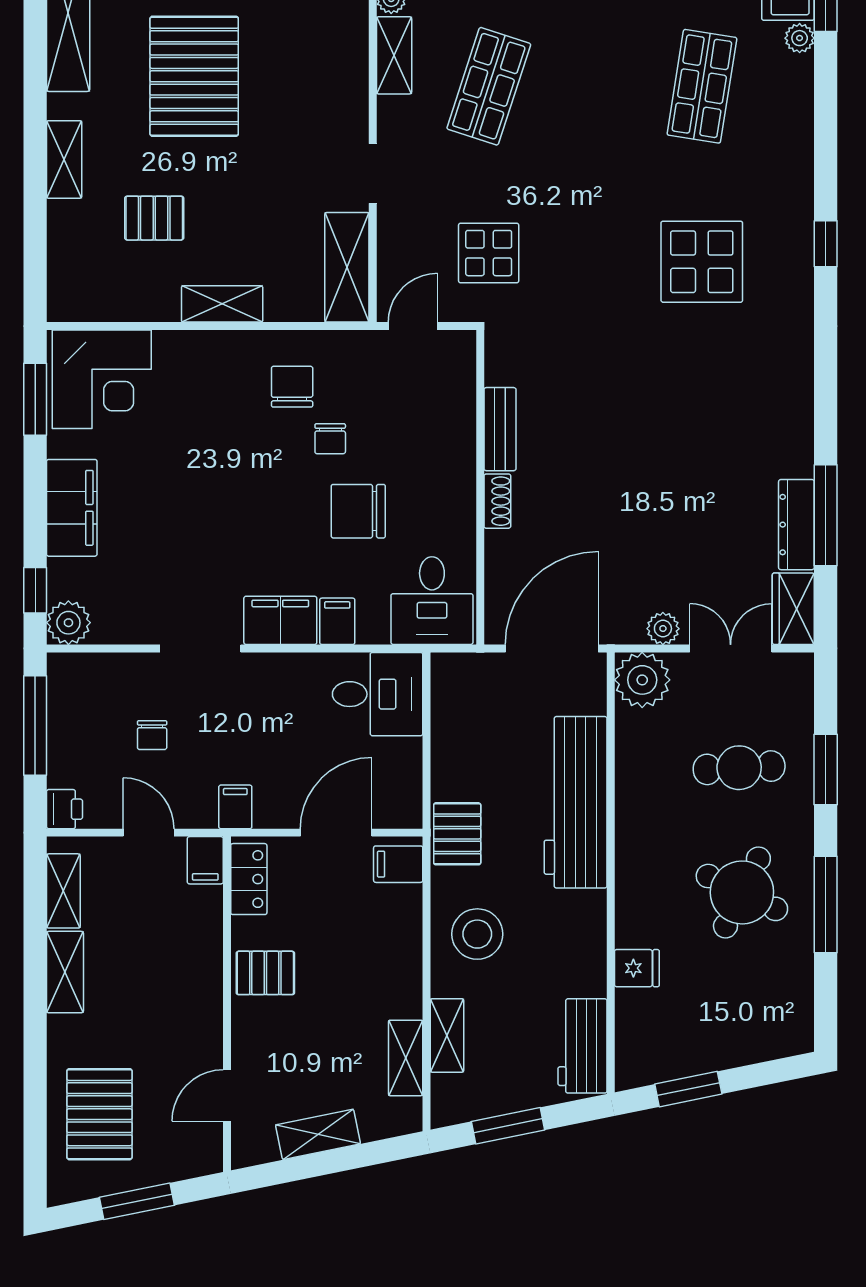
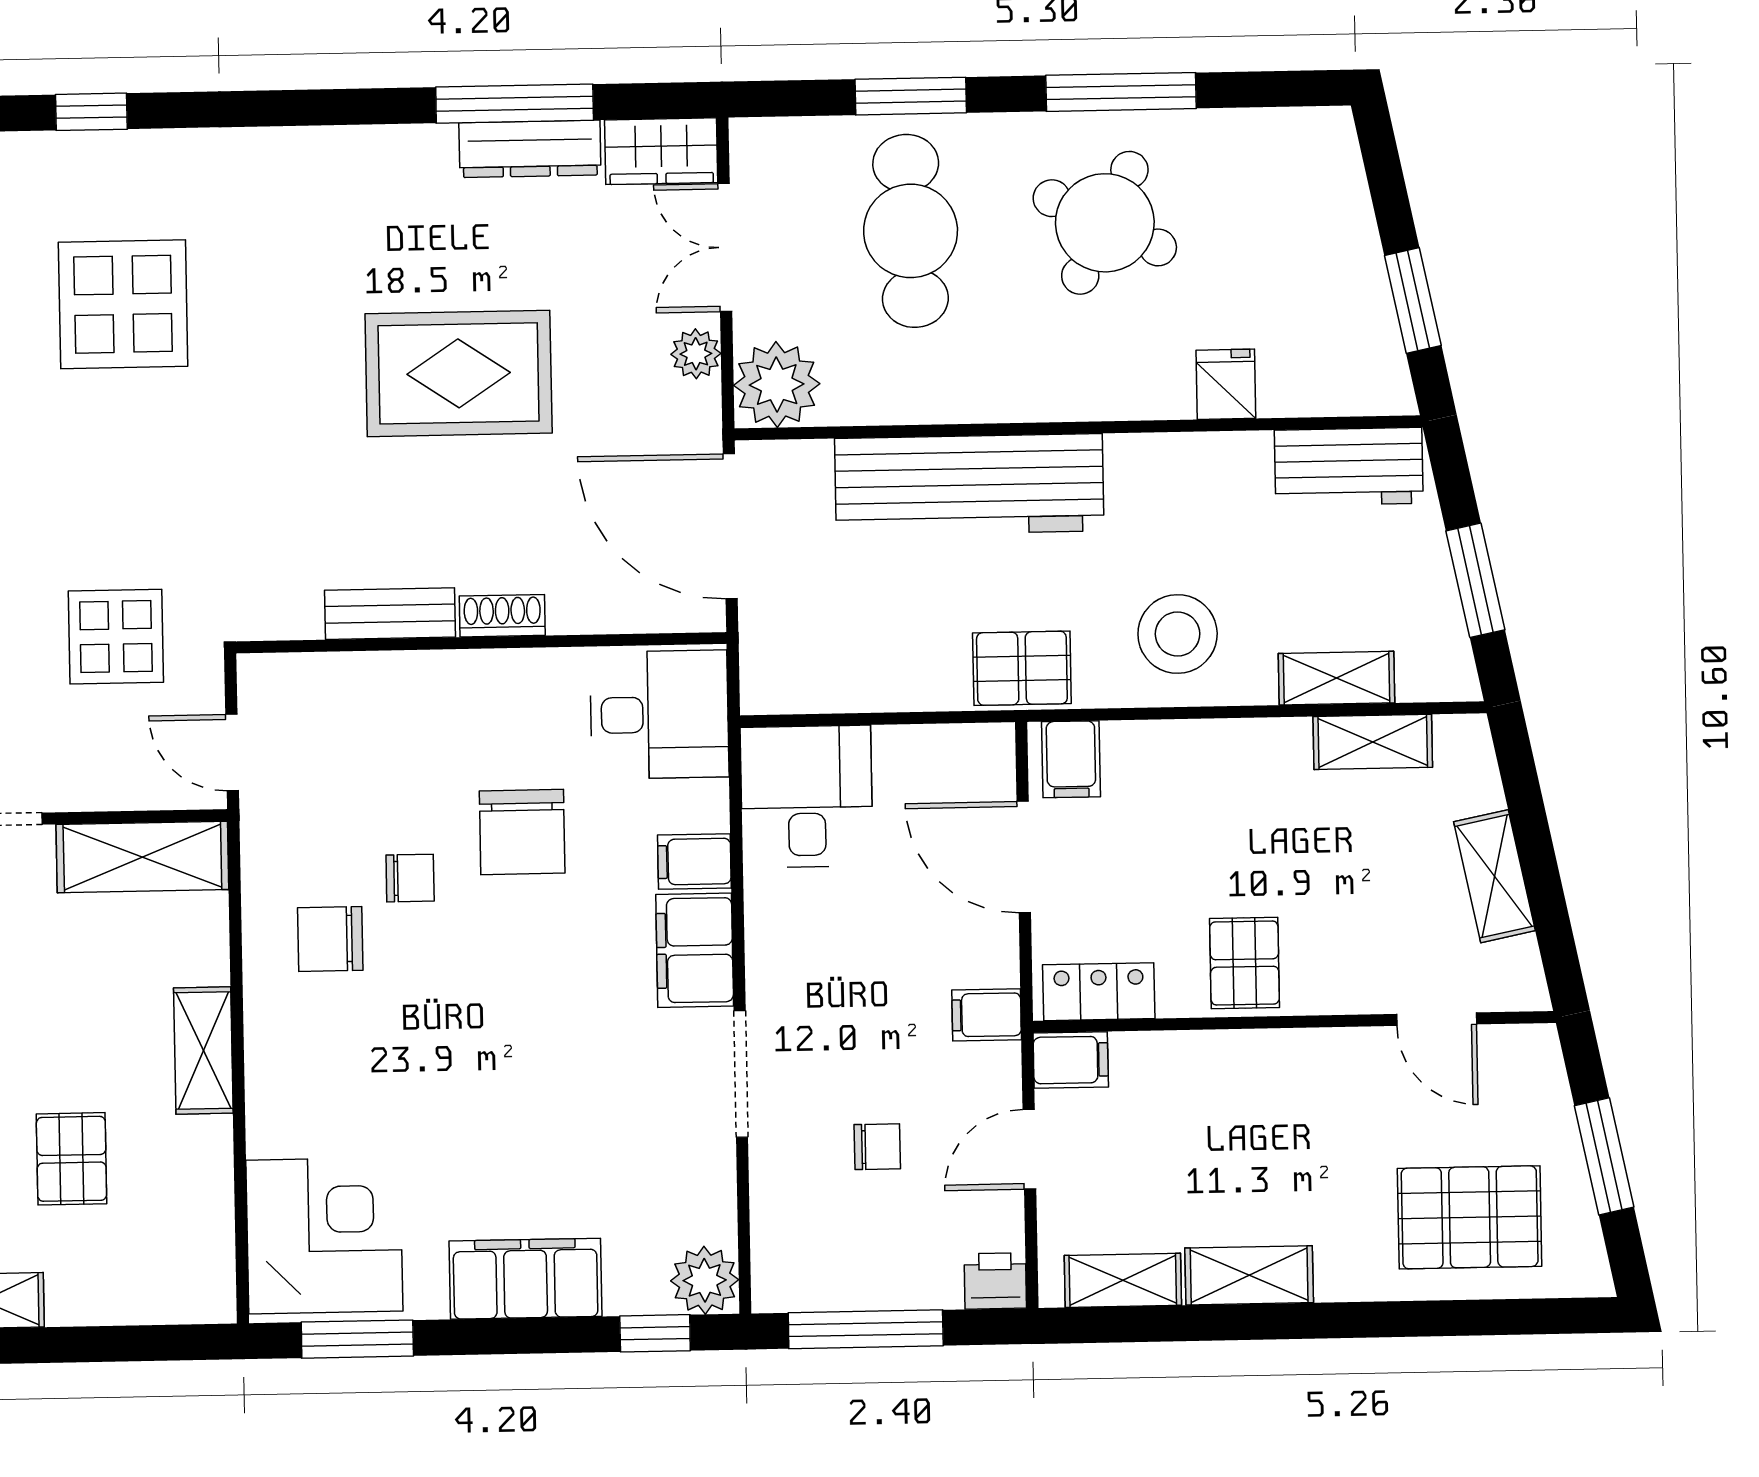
rug: (653, 476) -> (459, 373), added
cafe table: (739, 768) -> (911, 231), width x1.37, depth x1.35

